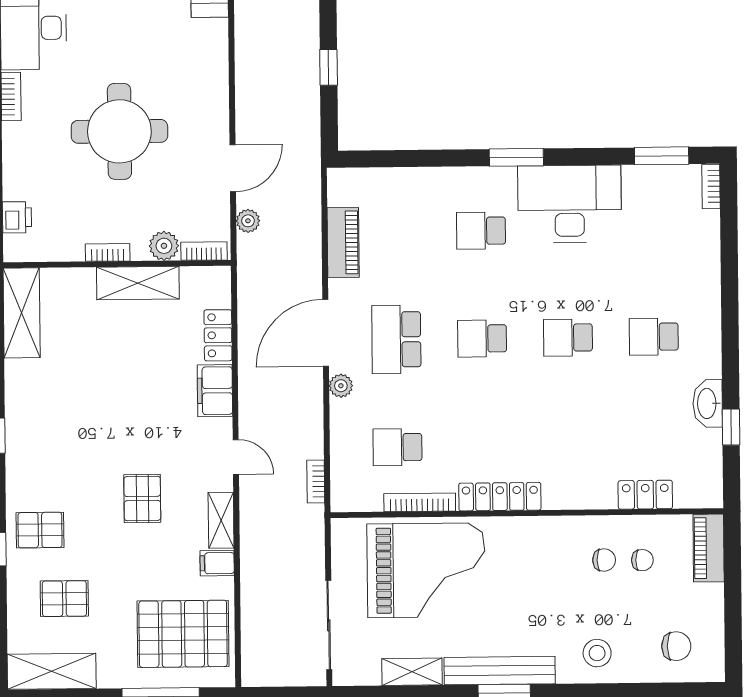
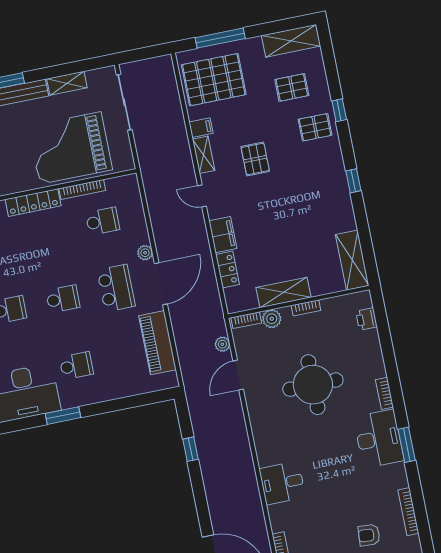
piano: (343, 242) -> (157, 343), width x1.37, depth x1.33
bookcase: (316, 482) -> (149, 190), removed

